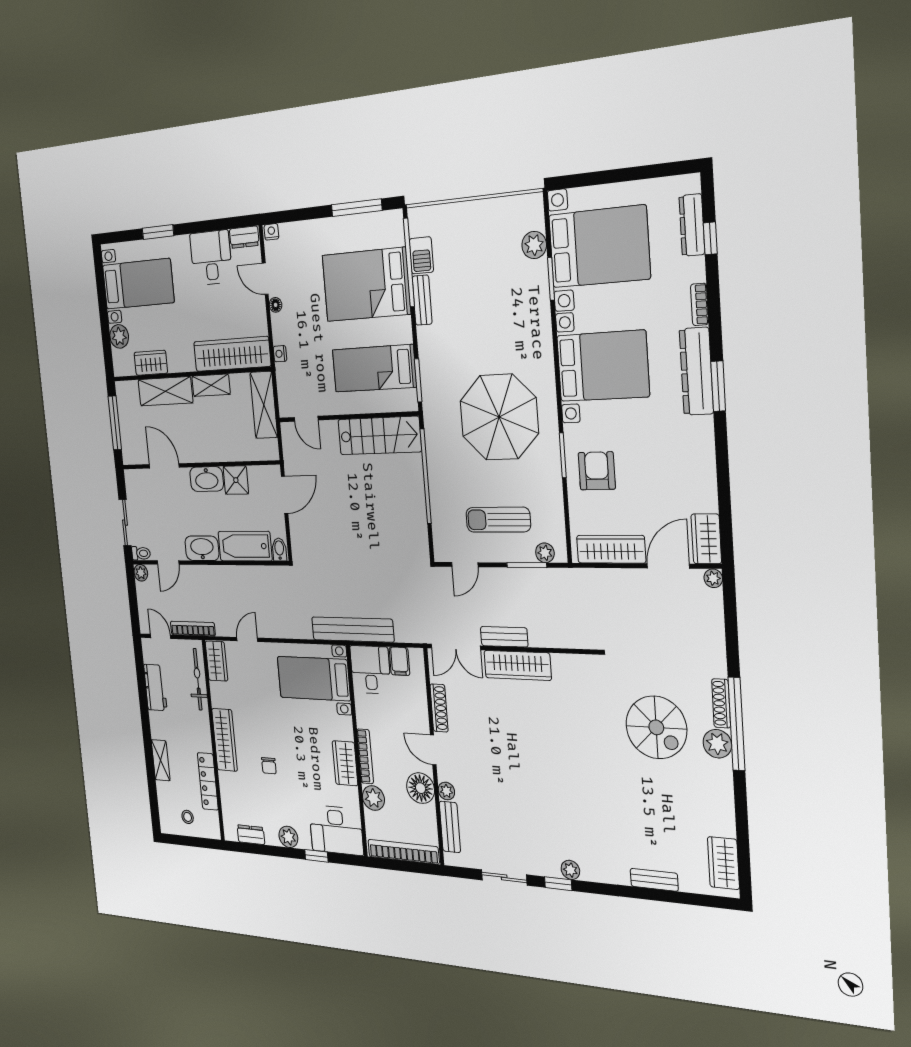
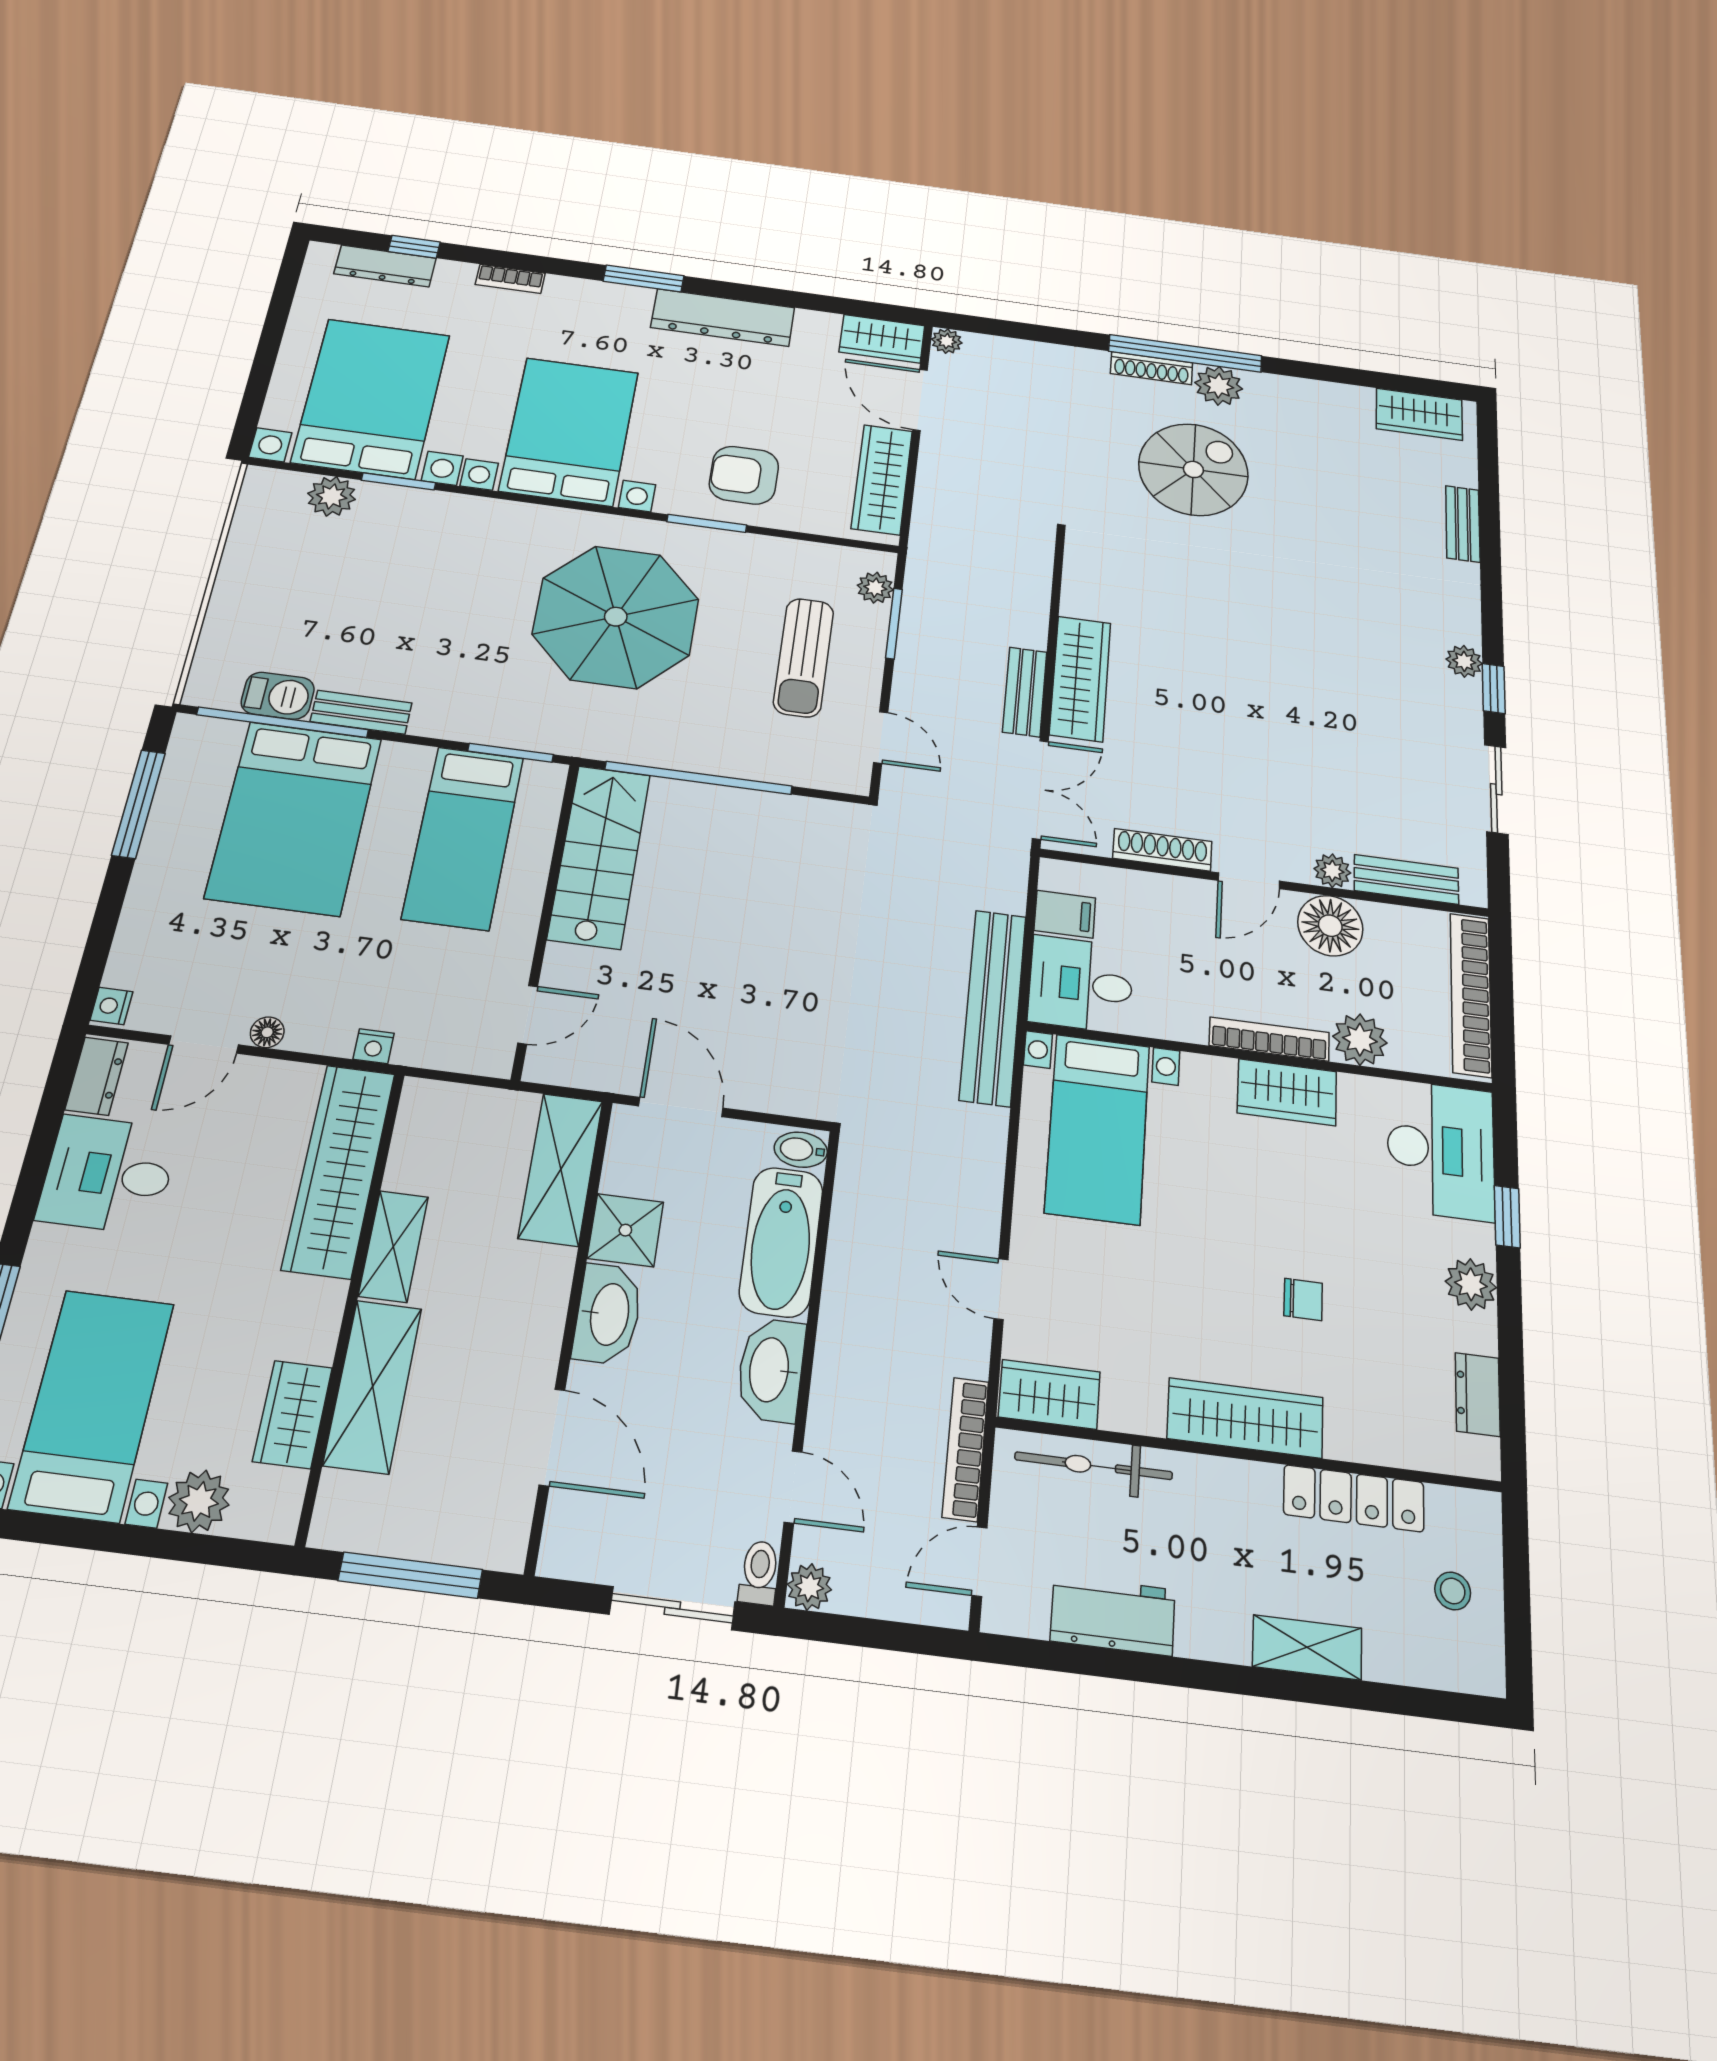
dresser: (696, 371) -> (723, 318), moved
shelving: (264, 405) -> (561, 1169), moved, turned 90
door: (164, 466) -> (552, 1437), swing flipped

